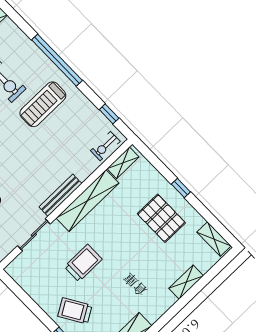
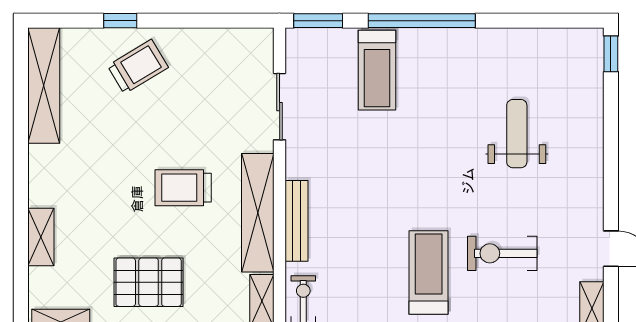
bench: (60, 195) -> (296, 221), moved
trolley: (83, 263) -> (183, 188), moved, turned 90

